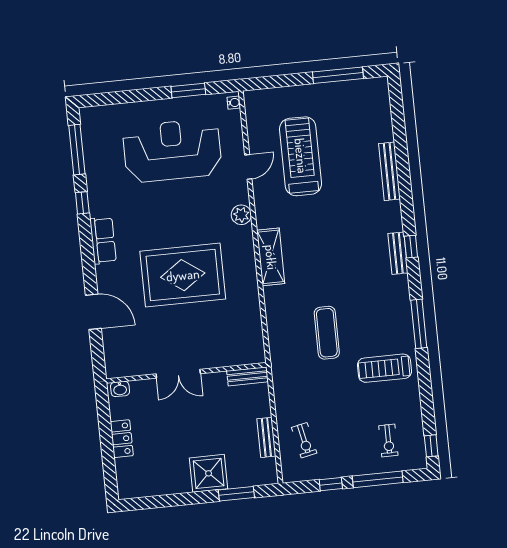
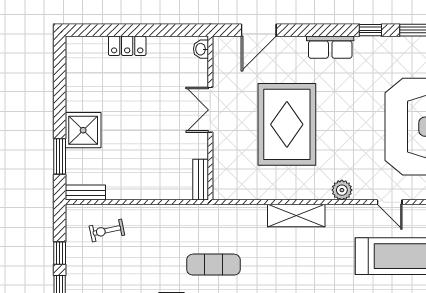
wall: (186, 373) -> (210, 118), moved
double door: (178, 374) -> (210, 110), moved
bench: (248, 376) -> (201, 180), moved
washbasin: (120, 389) -> (201, 49), moved
bench: (266, 437) -> (85, 193), moved

